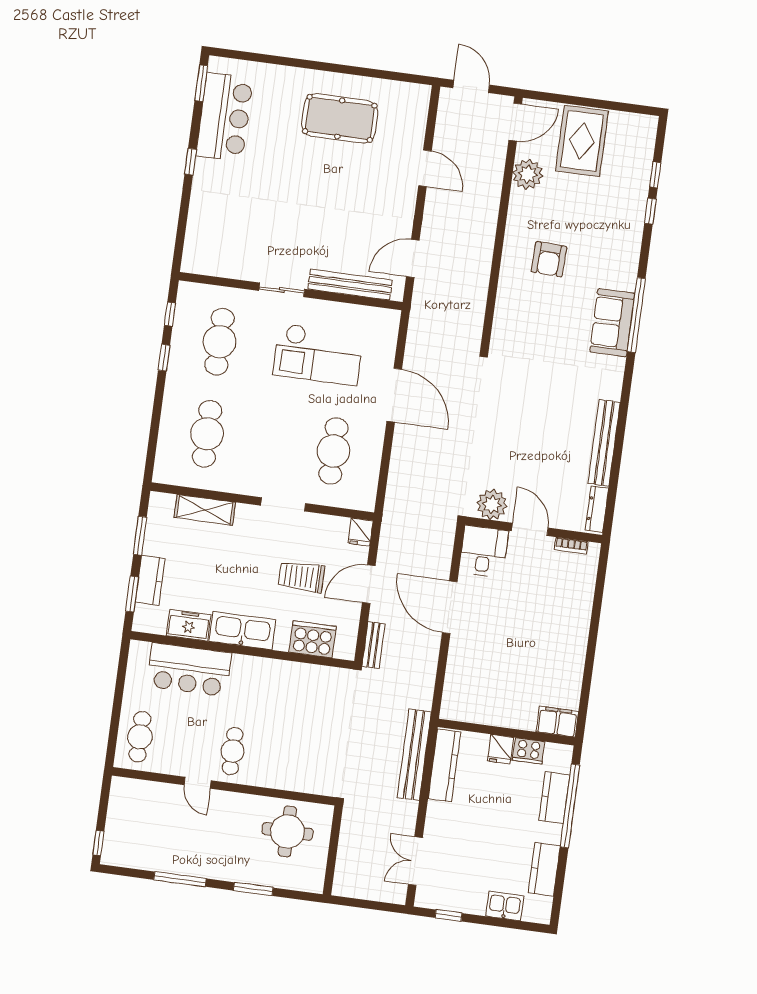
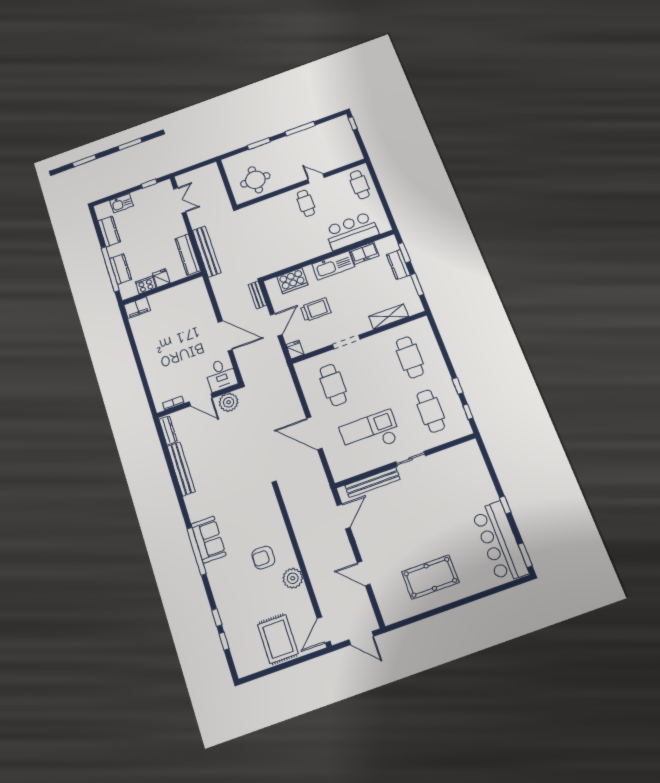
bar counter: (224, 117) -> (500, 542), width x1.36
plant: (528, 174) -> (293, 578), moved
armchair: (549, 259) -> (263, 558), turned -92

